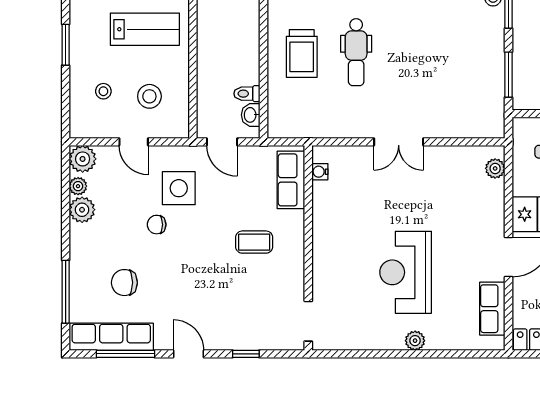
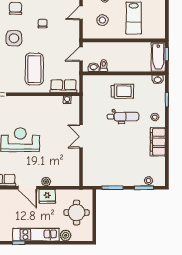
dental chair: (356, 52) -> (123, 117), turned 180
trolley: (302, 53) -> (122, 91), turned 180
plant: (495, 168) -> (46, 181), moved
side table: (179, 188) -> (14, 38), moved
coffee table: (254, 242) -> (34, 69), width x1.86, depth x1.72

